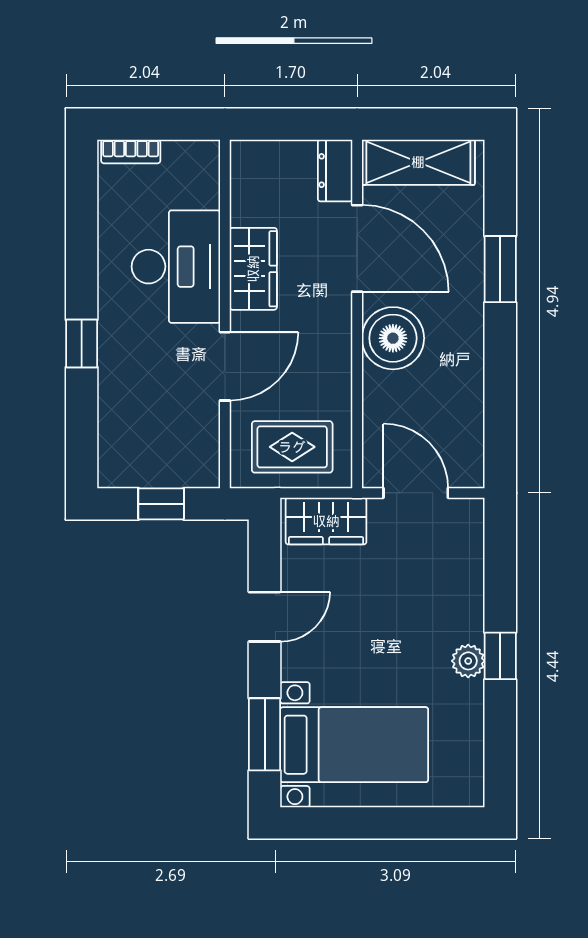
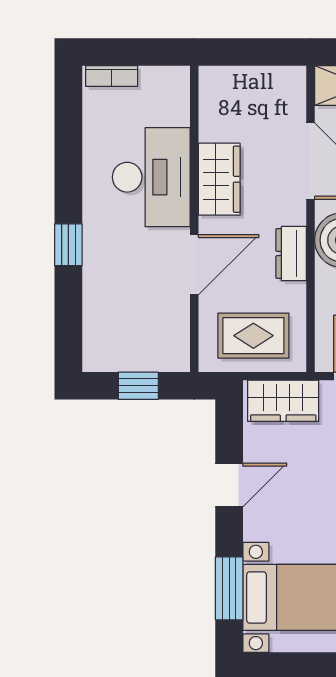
dresser: (335, 171) -> (291, 254), moved

